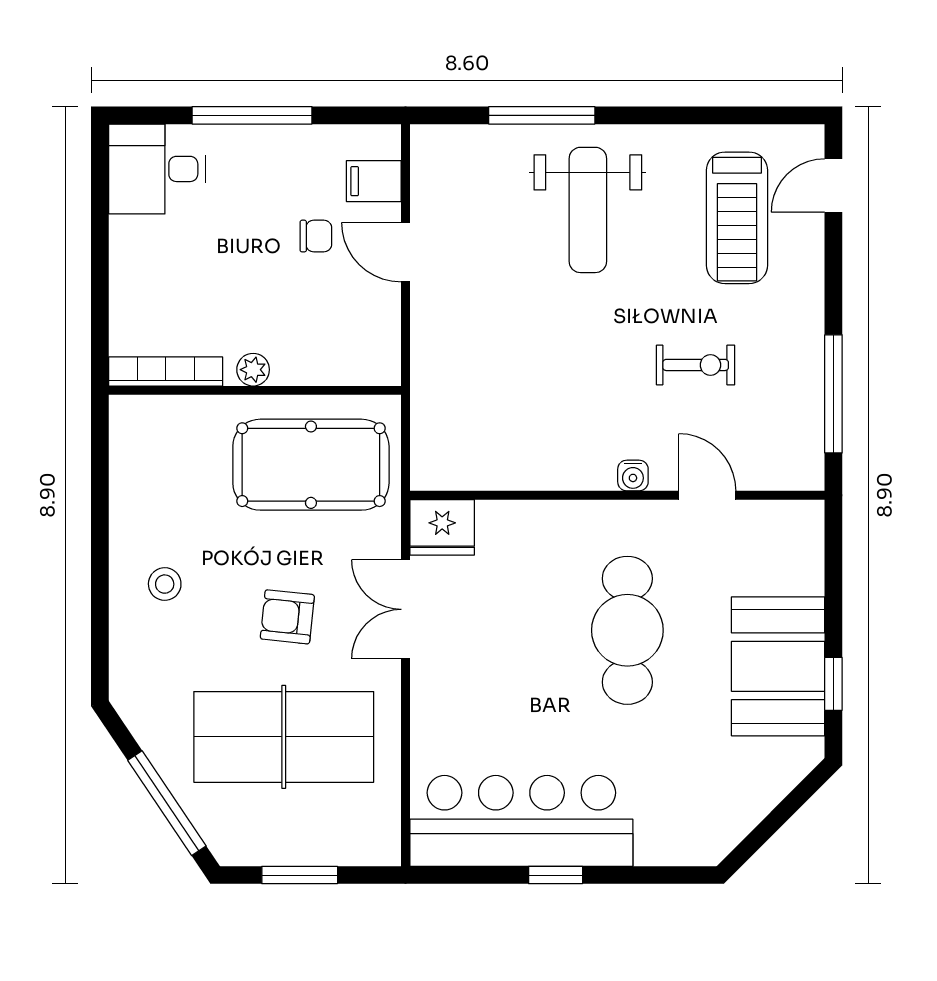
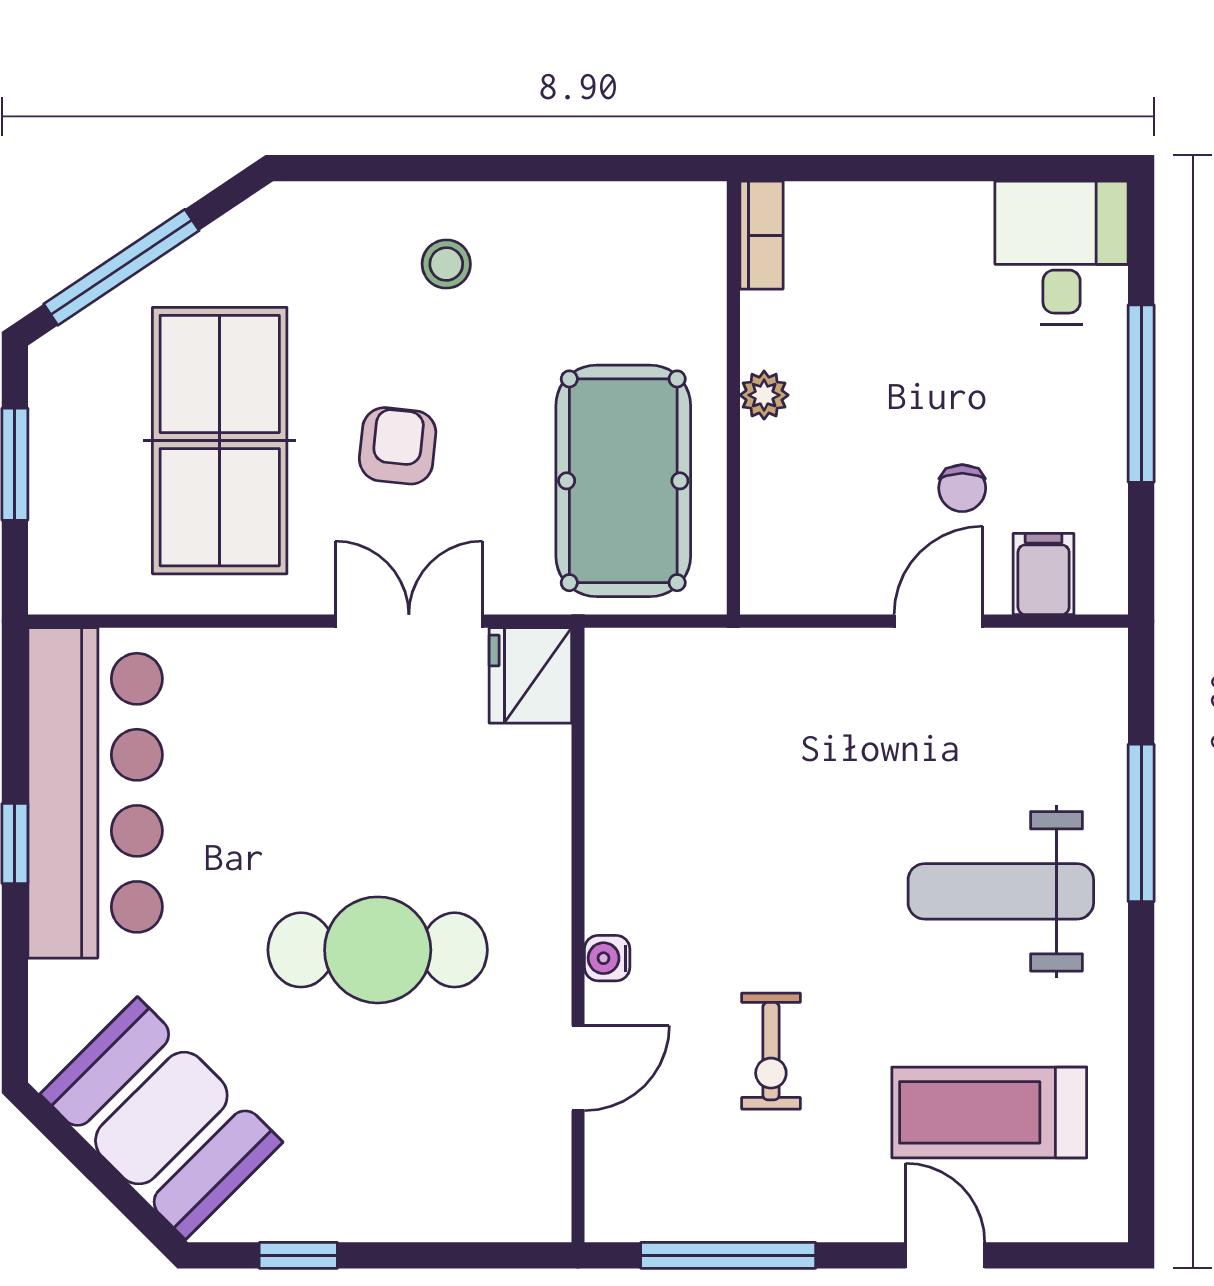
door: (833, 185) -> (945, 1255), moved
bookcase: (166, 371) -> (761, 235), width x0.64
booth: (778, 666) -> (161, 1118), moved, turned 45

